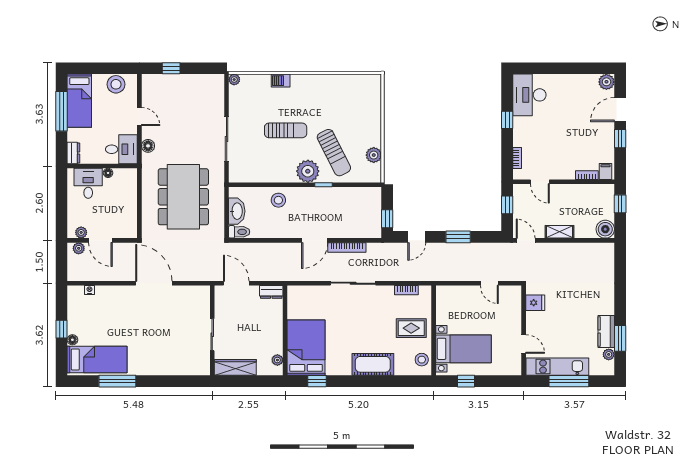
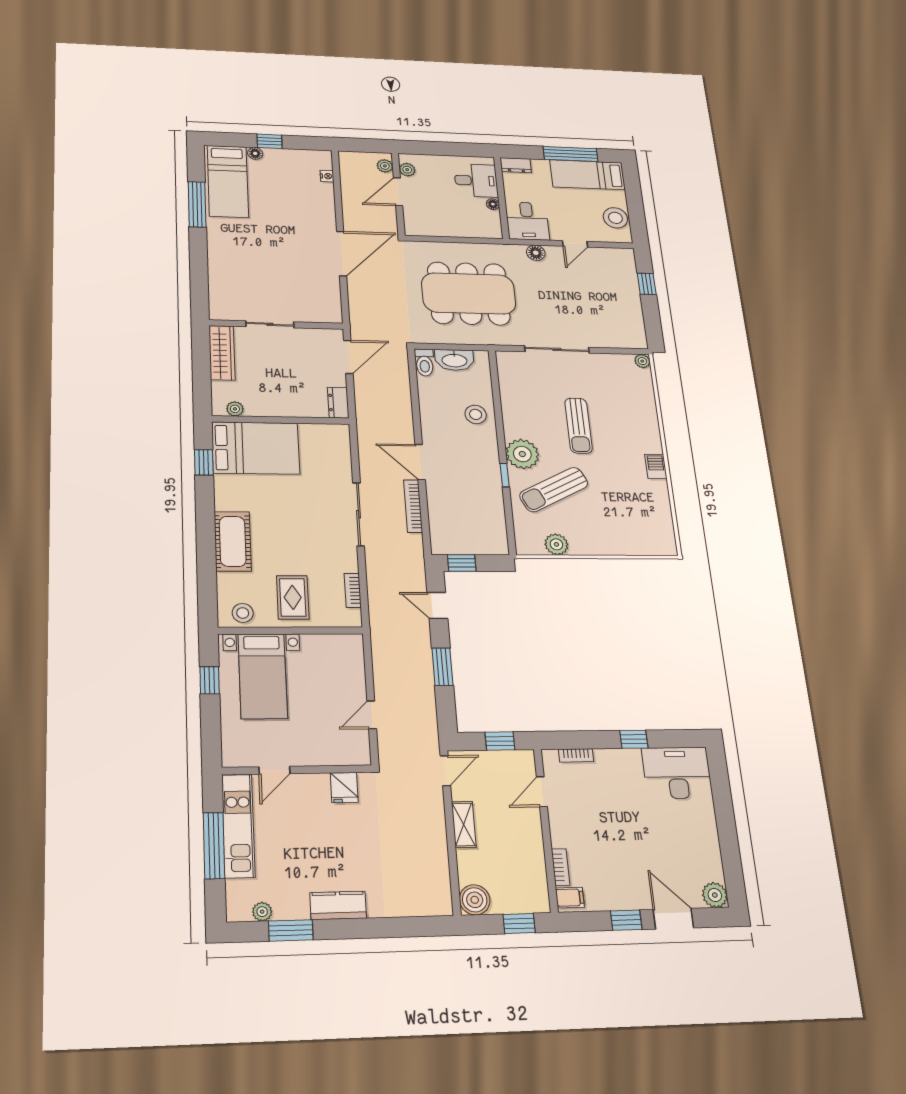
barbecue: (281, 81) -> (656, 466), moved
kitchen counter: (606, 332) -> (338, 905), moved

